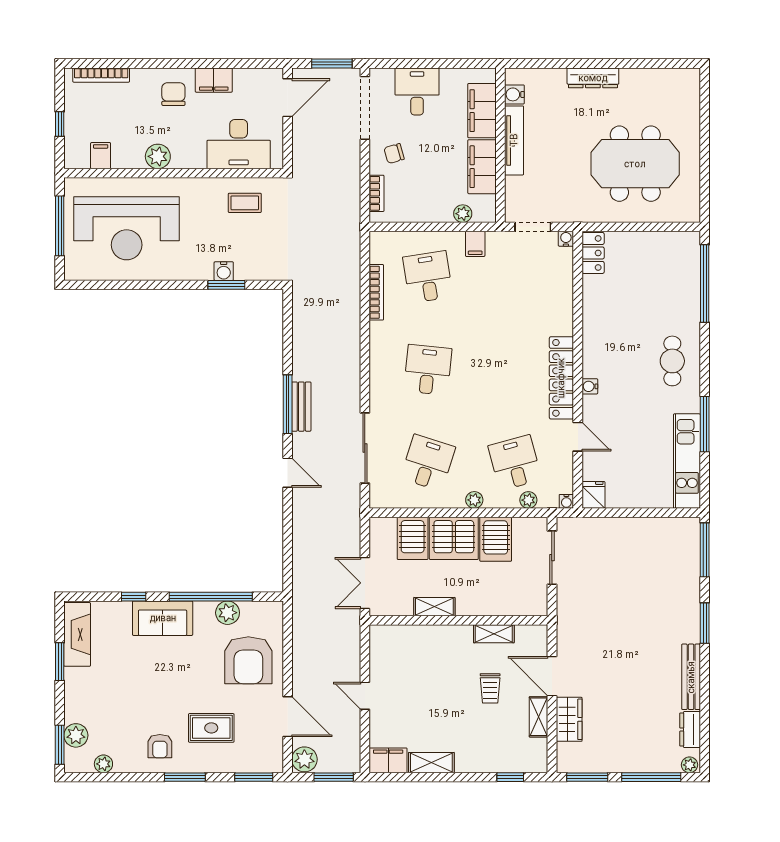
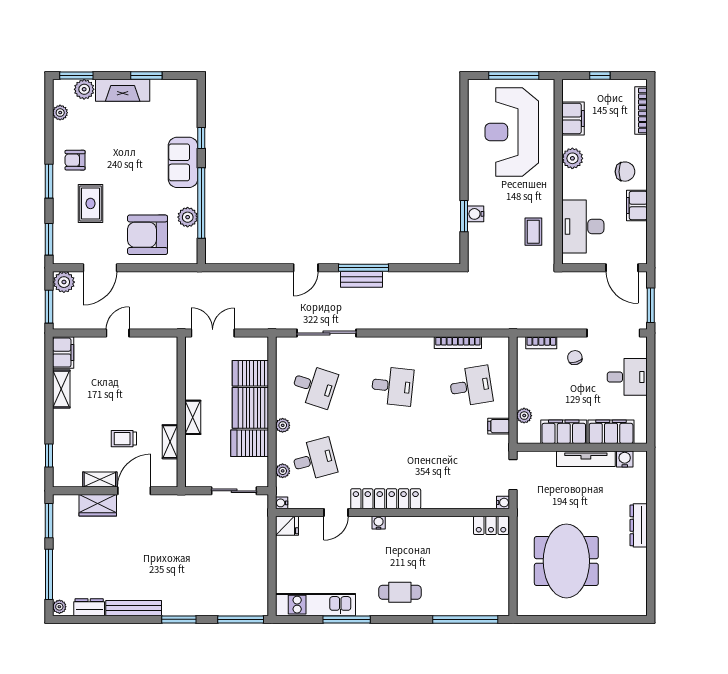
filing cabinet: (101, 156) -> (573, 118), width x2.00
shelving: (434, 607) -> (193, 417), moved
fireplace: (77, 634) -> (123, 90), moved

